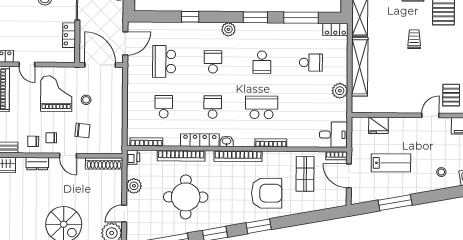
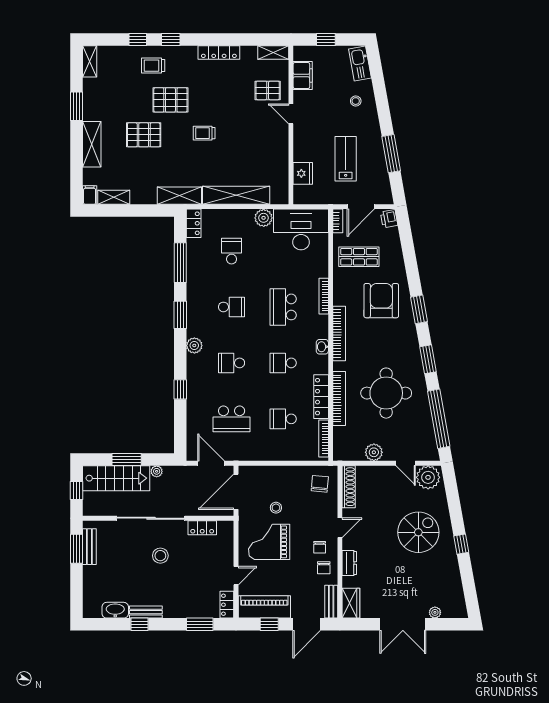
chair: (82, 130) -> (320, 484), moved
desk: (333, 135) -> (301, 229), width x1.87, depth x1.30
locker: (200, 140) -> (321, 397), moved
printer: (133, 157) -> (389, 219), moved, turned -100

